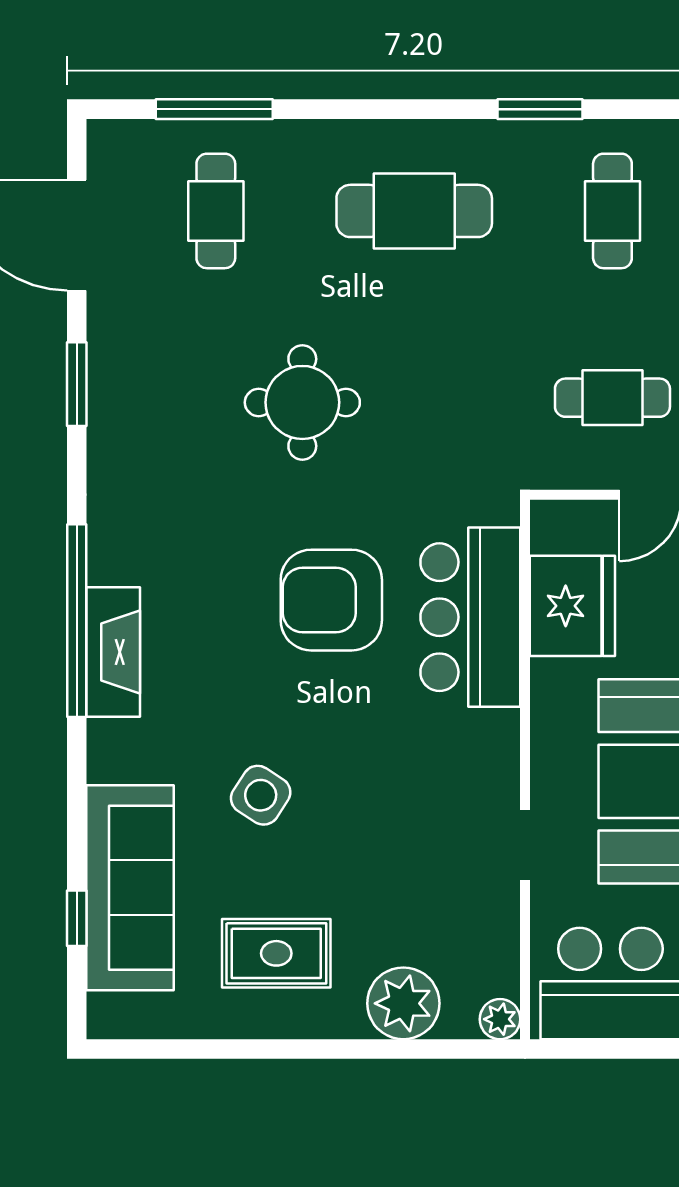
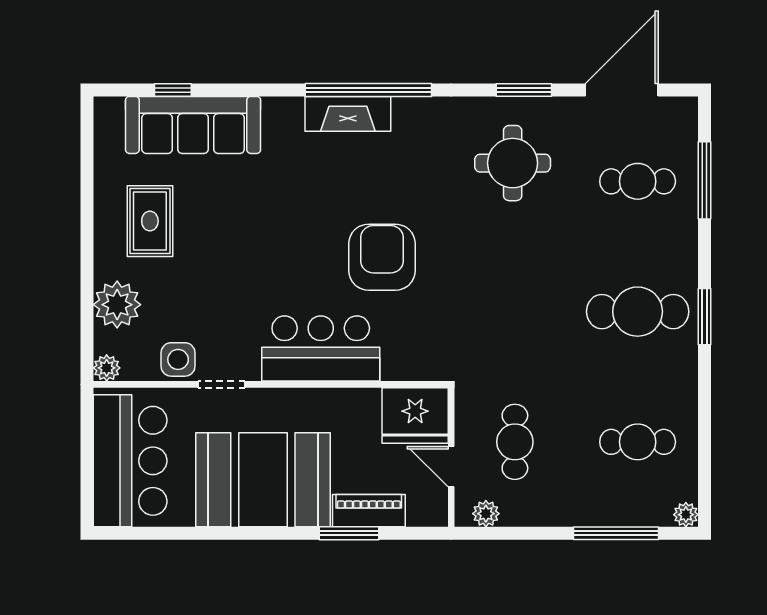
window: (540, 109) -> (704, 317), moved
cafe table: (414, 211) -> (638, 312), turned 90
round table: (302, 402) -> (513, 163), moved
fridge: (572, 606) -> (415, 415), moved
bar counter: (470, 617) -> (321, 349), moved
side table: (261, 795) -> (178, 359), moved, turned -33

